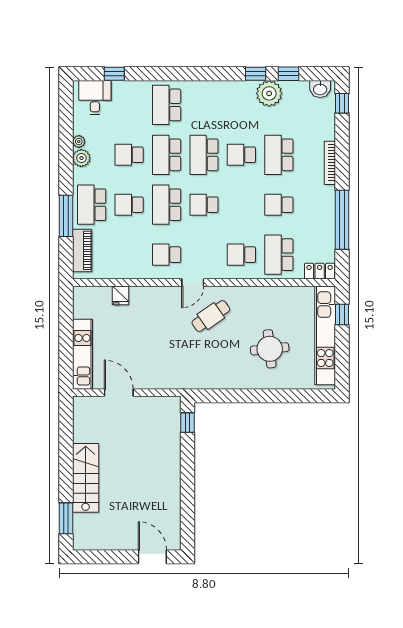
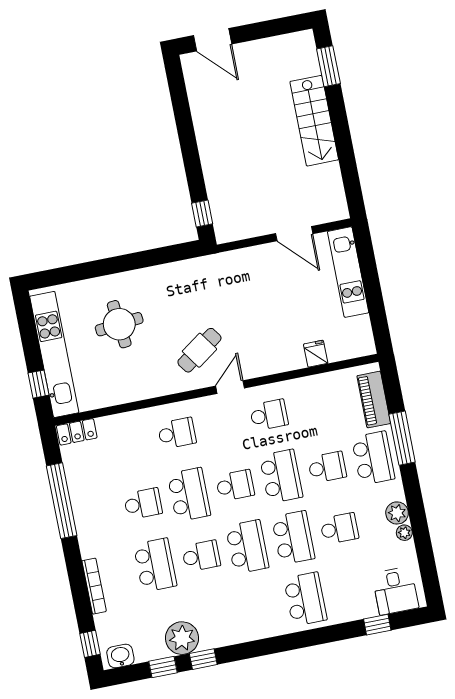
bookcase: (330, 163) -> (94, 586), moved
school desk: (279, 255) -> (189, 495), moved

